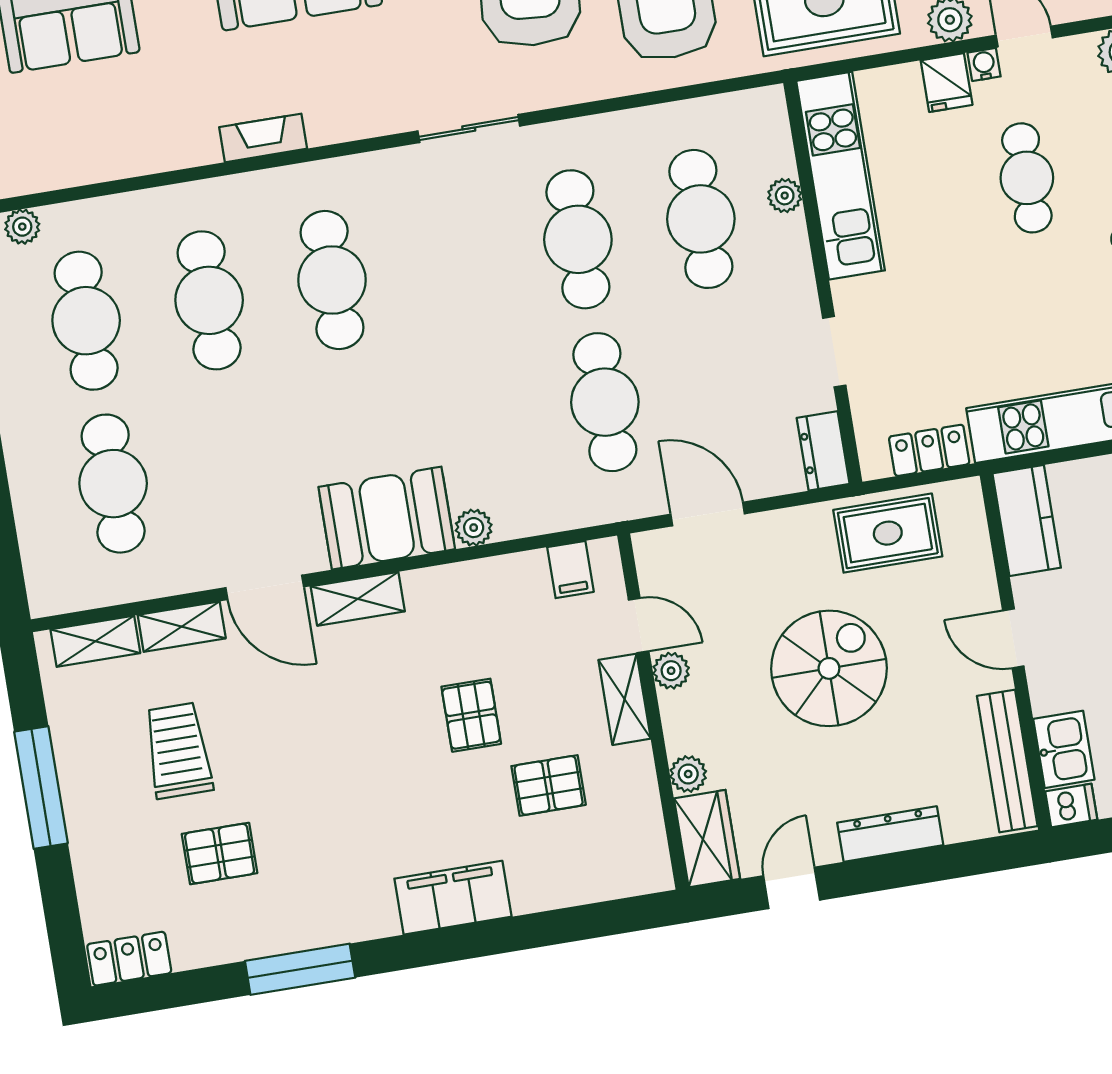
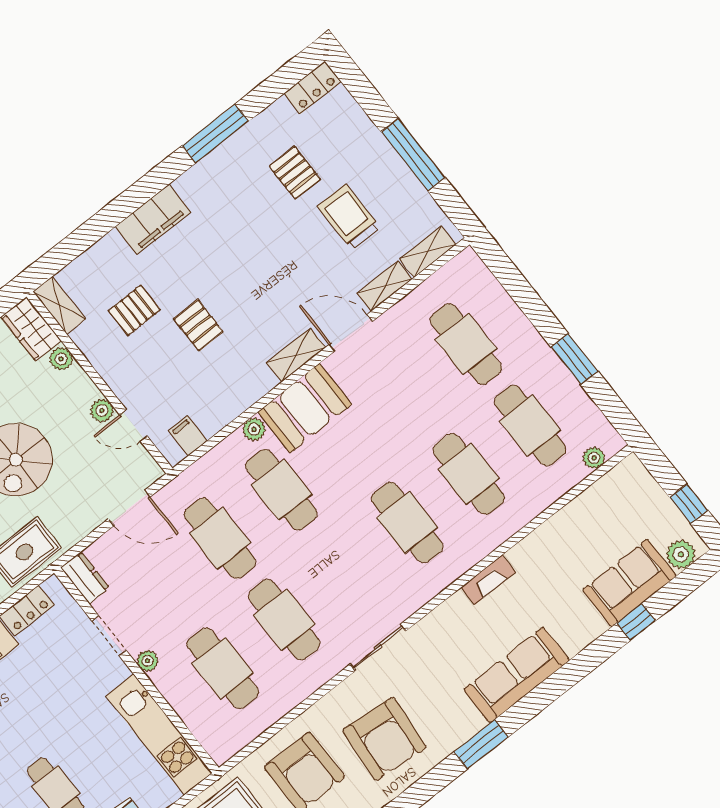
plant: (785, 196) -> (148, 661), moved
cafe table: (482, 422) -> (281, 490), added
shelving: (625, 699) -> (59, 305), moved
trolley: (178, 751) -> (349, 217), turned 180
pallet: (220, 854) -> (295, 173), turned 90

